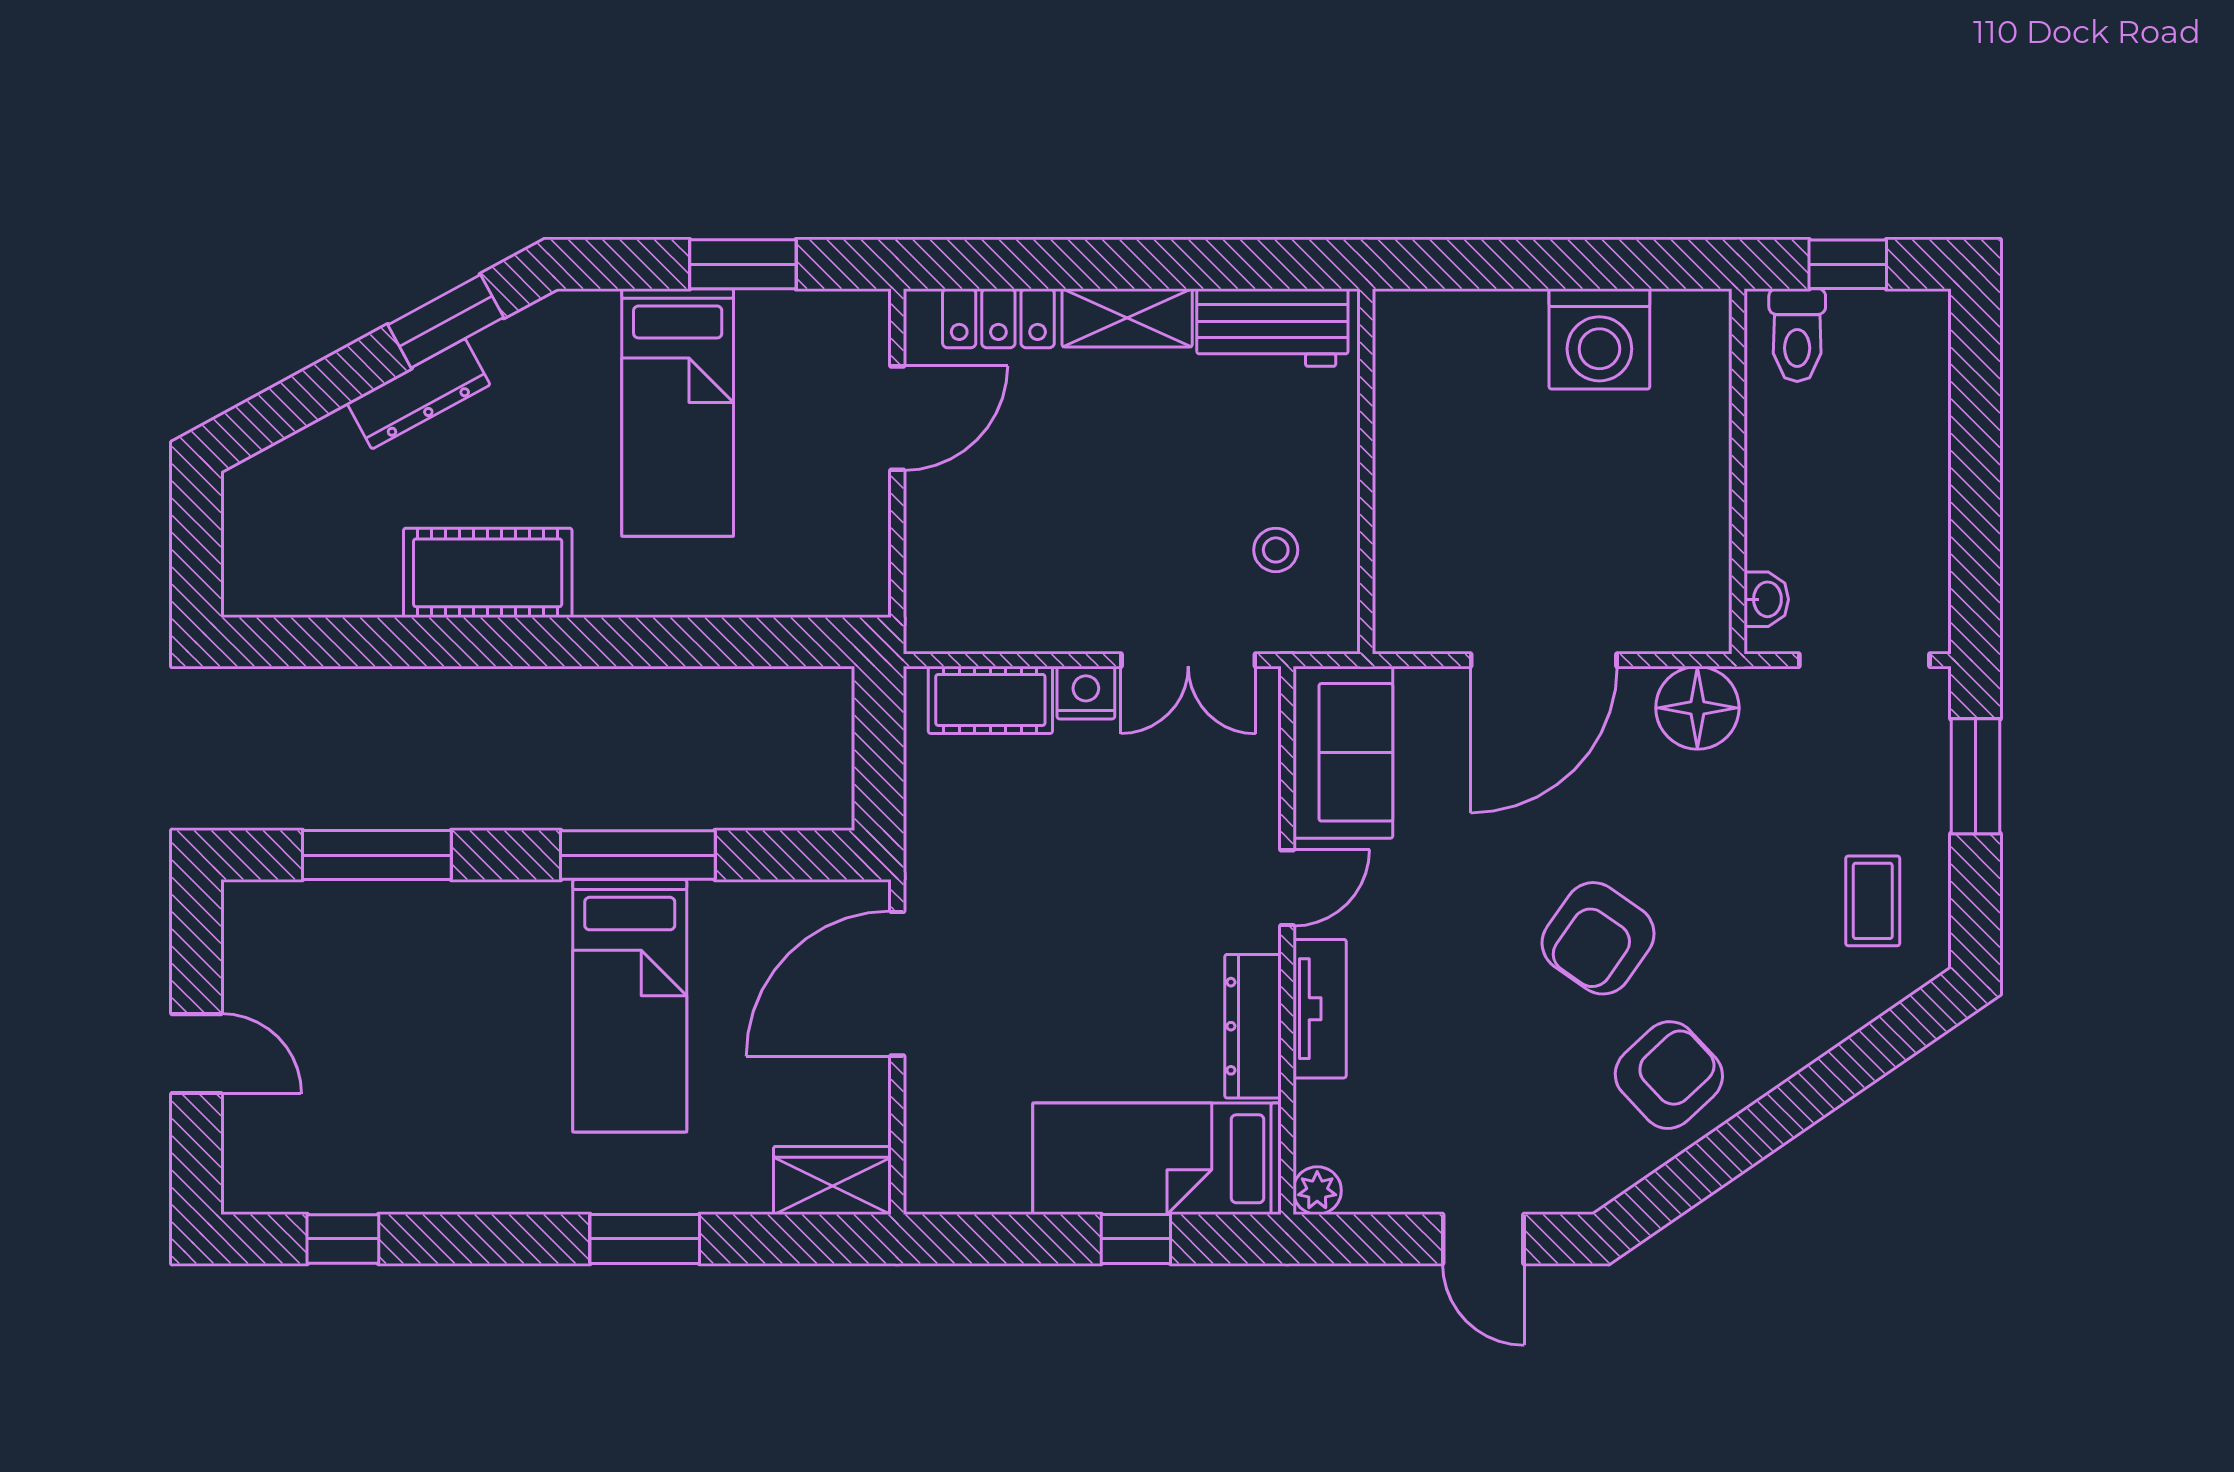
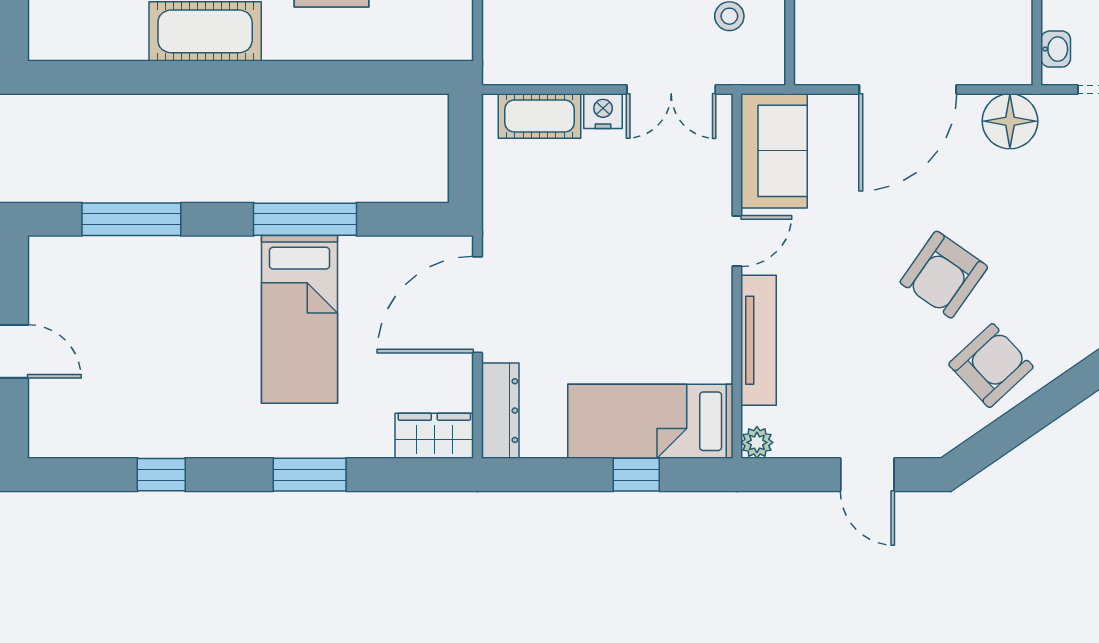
tv unit: (1320, 1009) -> (759, 340), width x1.41
dresser: (1253, 1026) -> (500, 411), moved, turned 180
window: (343, 1239) -> (161, 475), moved

